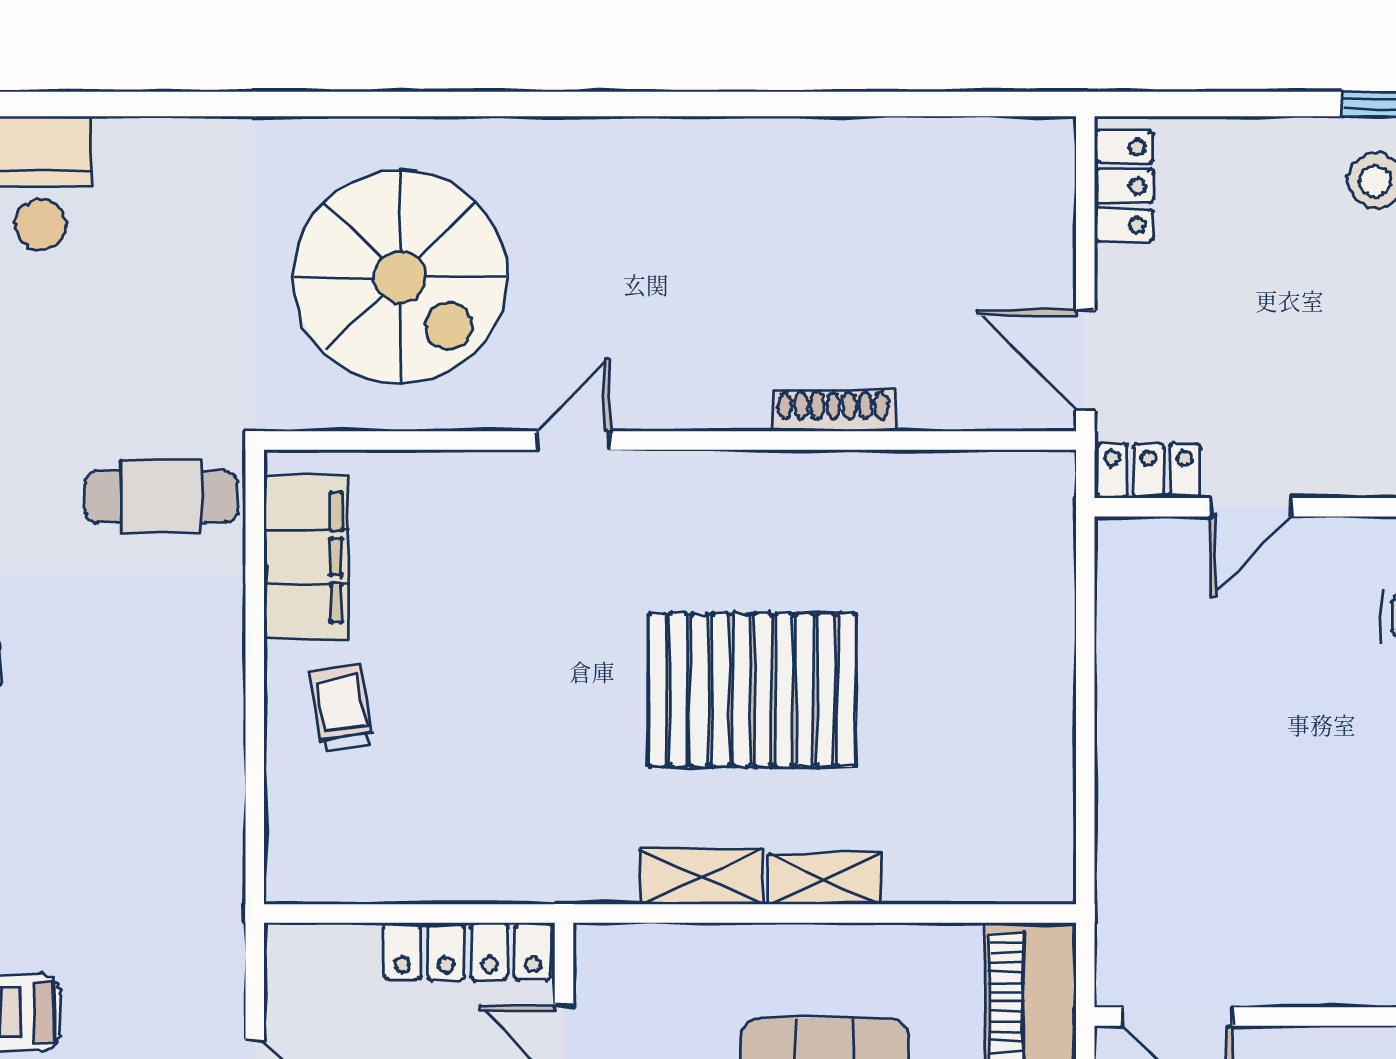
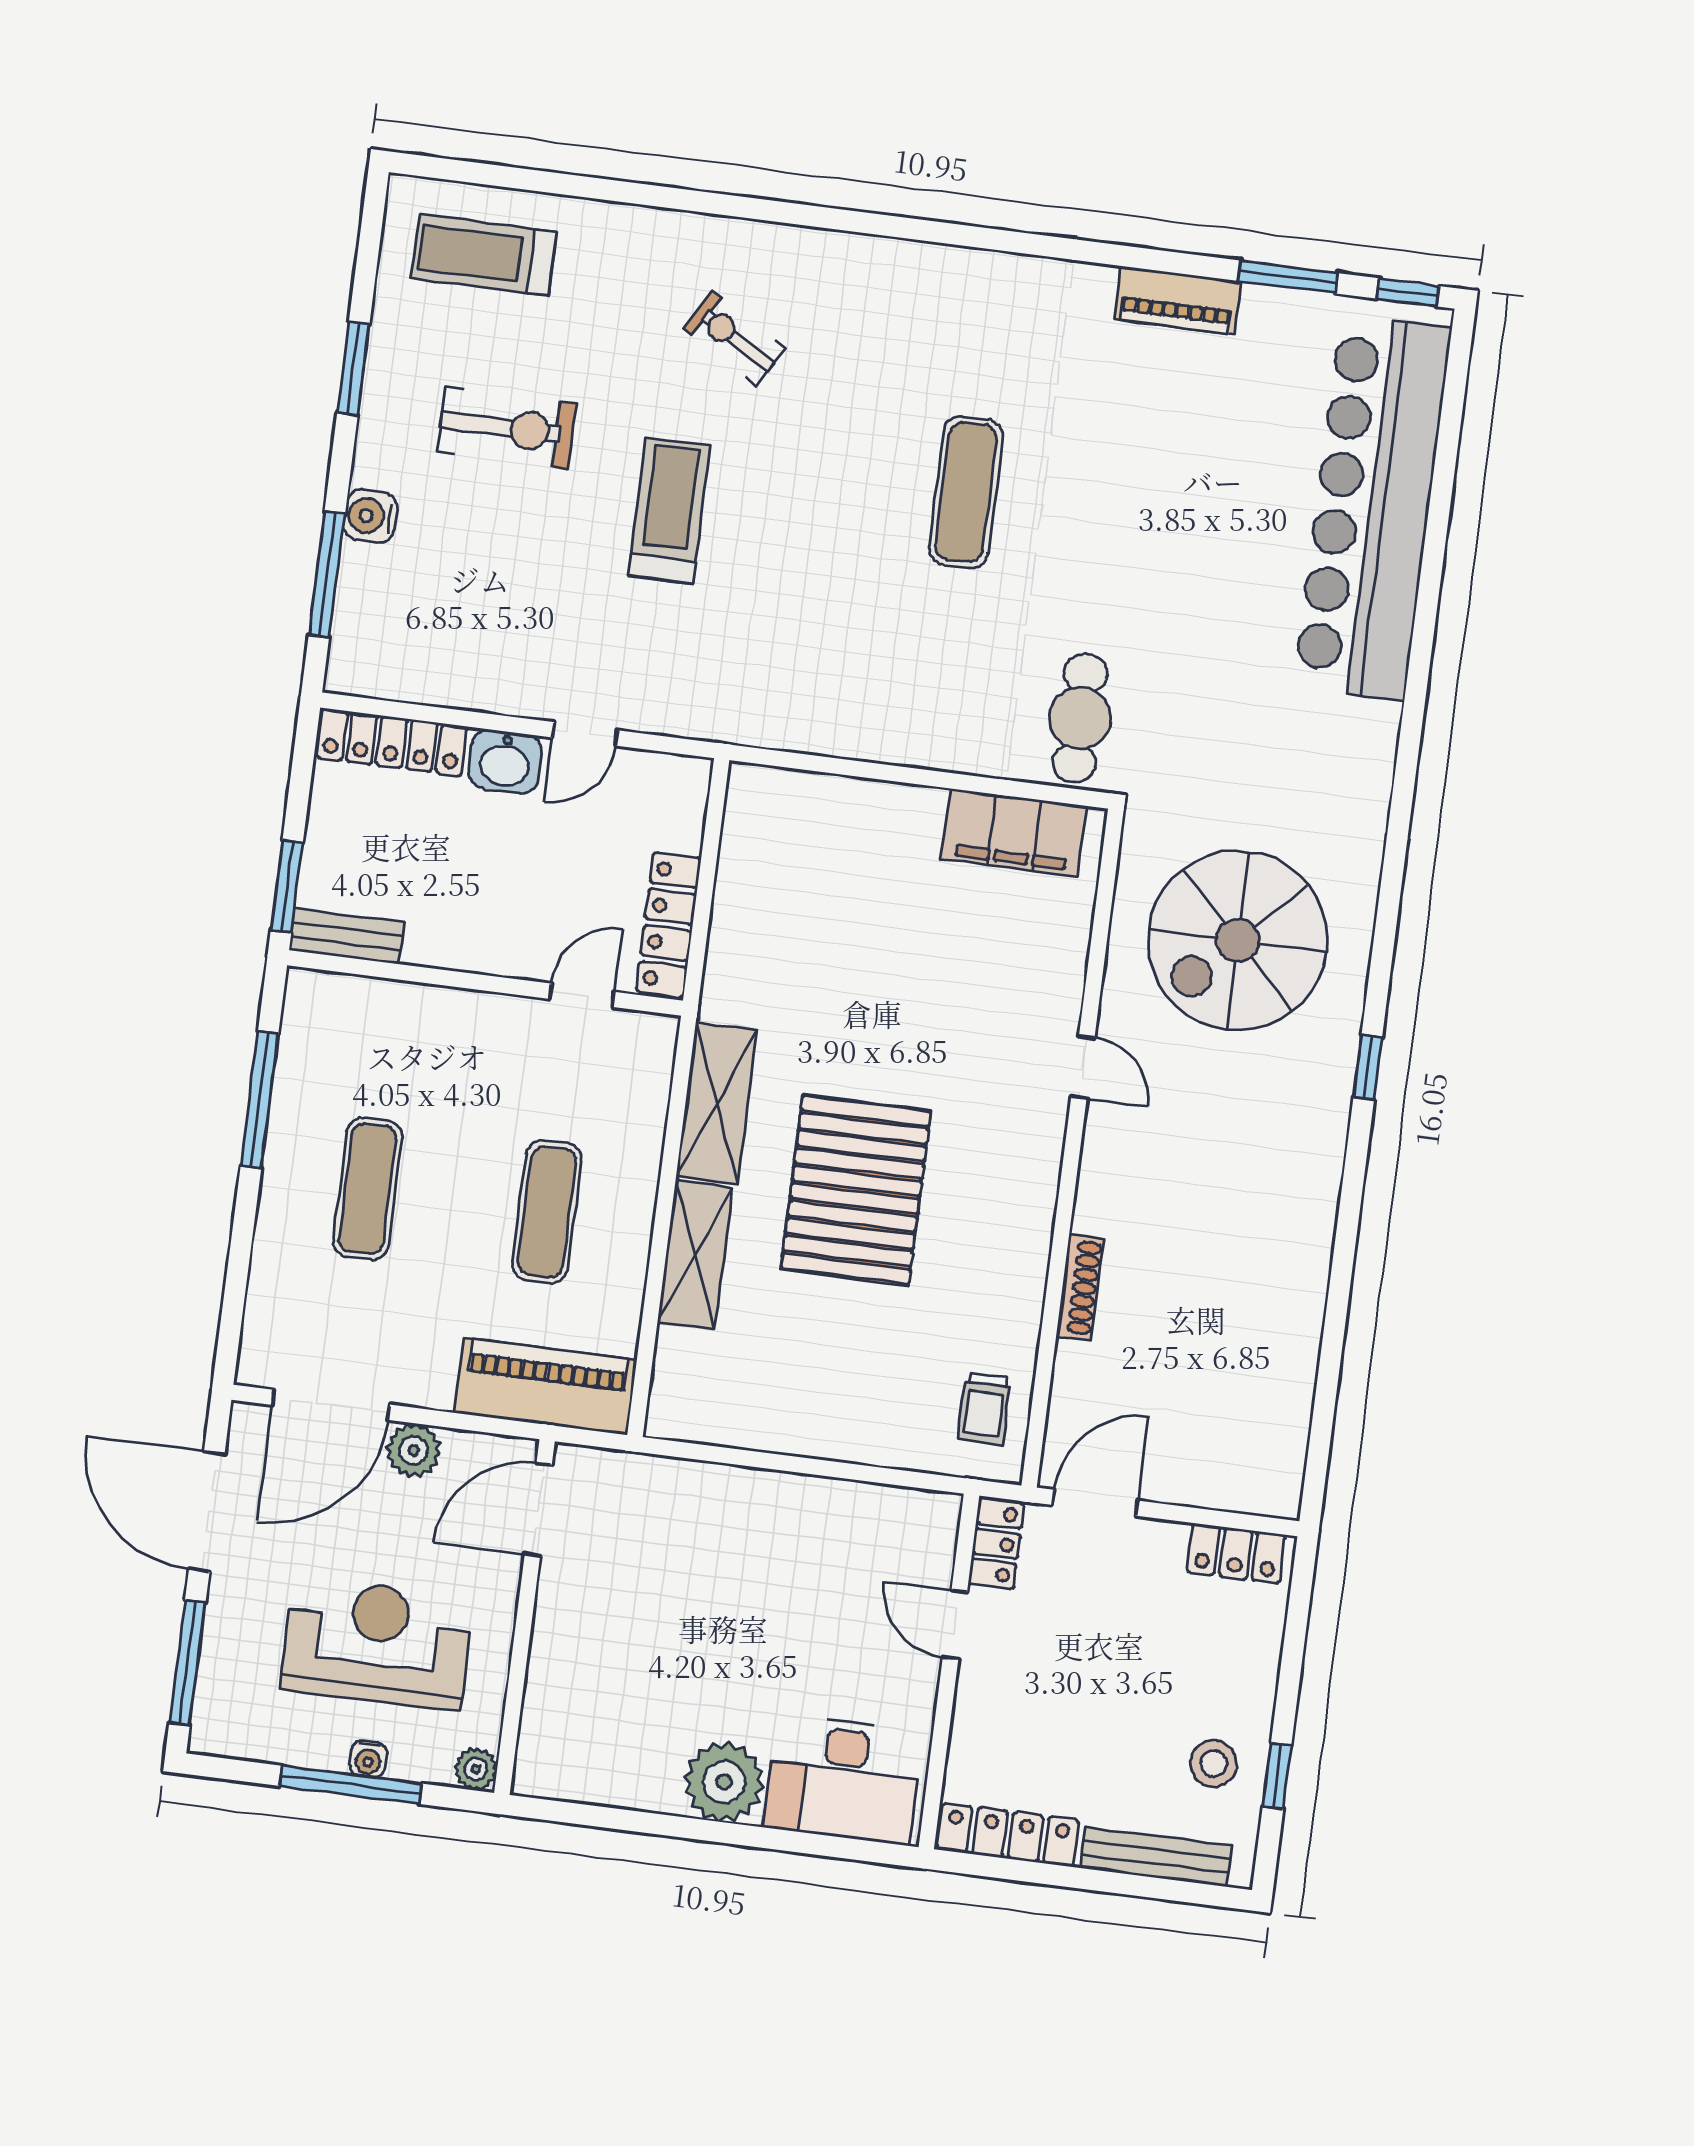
window: (530, 104) -> (1368, 1067), added
trolley: (341, 708) -> (985, 1409), moved, turned 100
shelving: (701, 877) -> (717, 1103), width x1.50, depth x1.33
shelving: (825, 879) -> (695, 1255), width x1.50, depth x1.33

